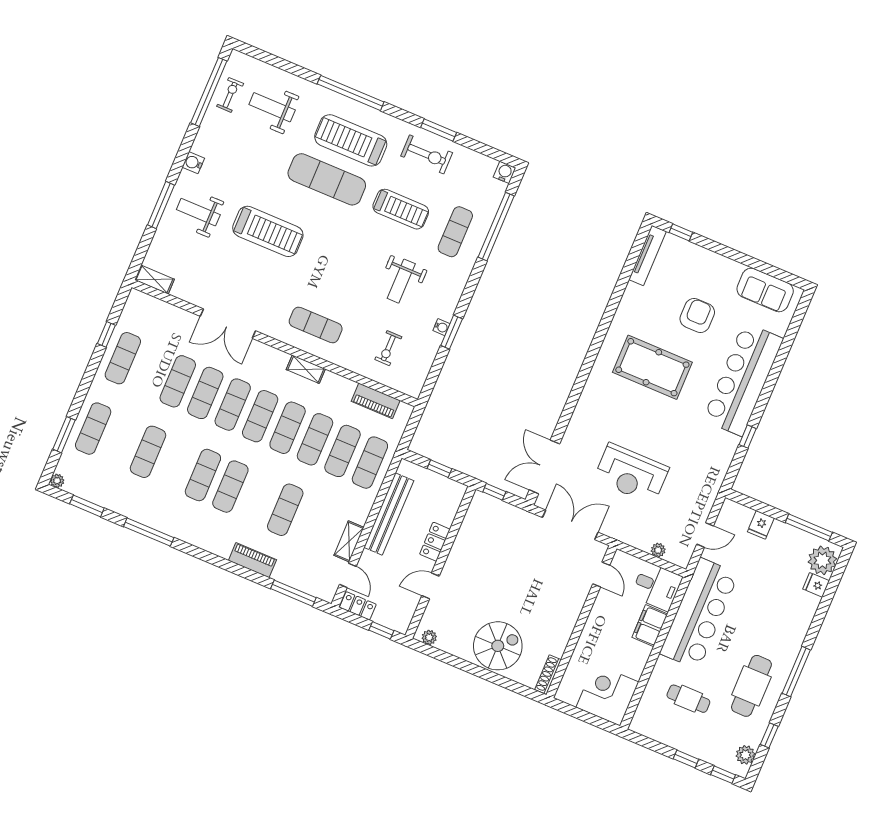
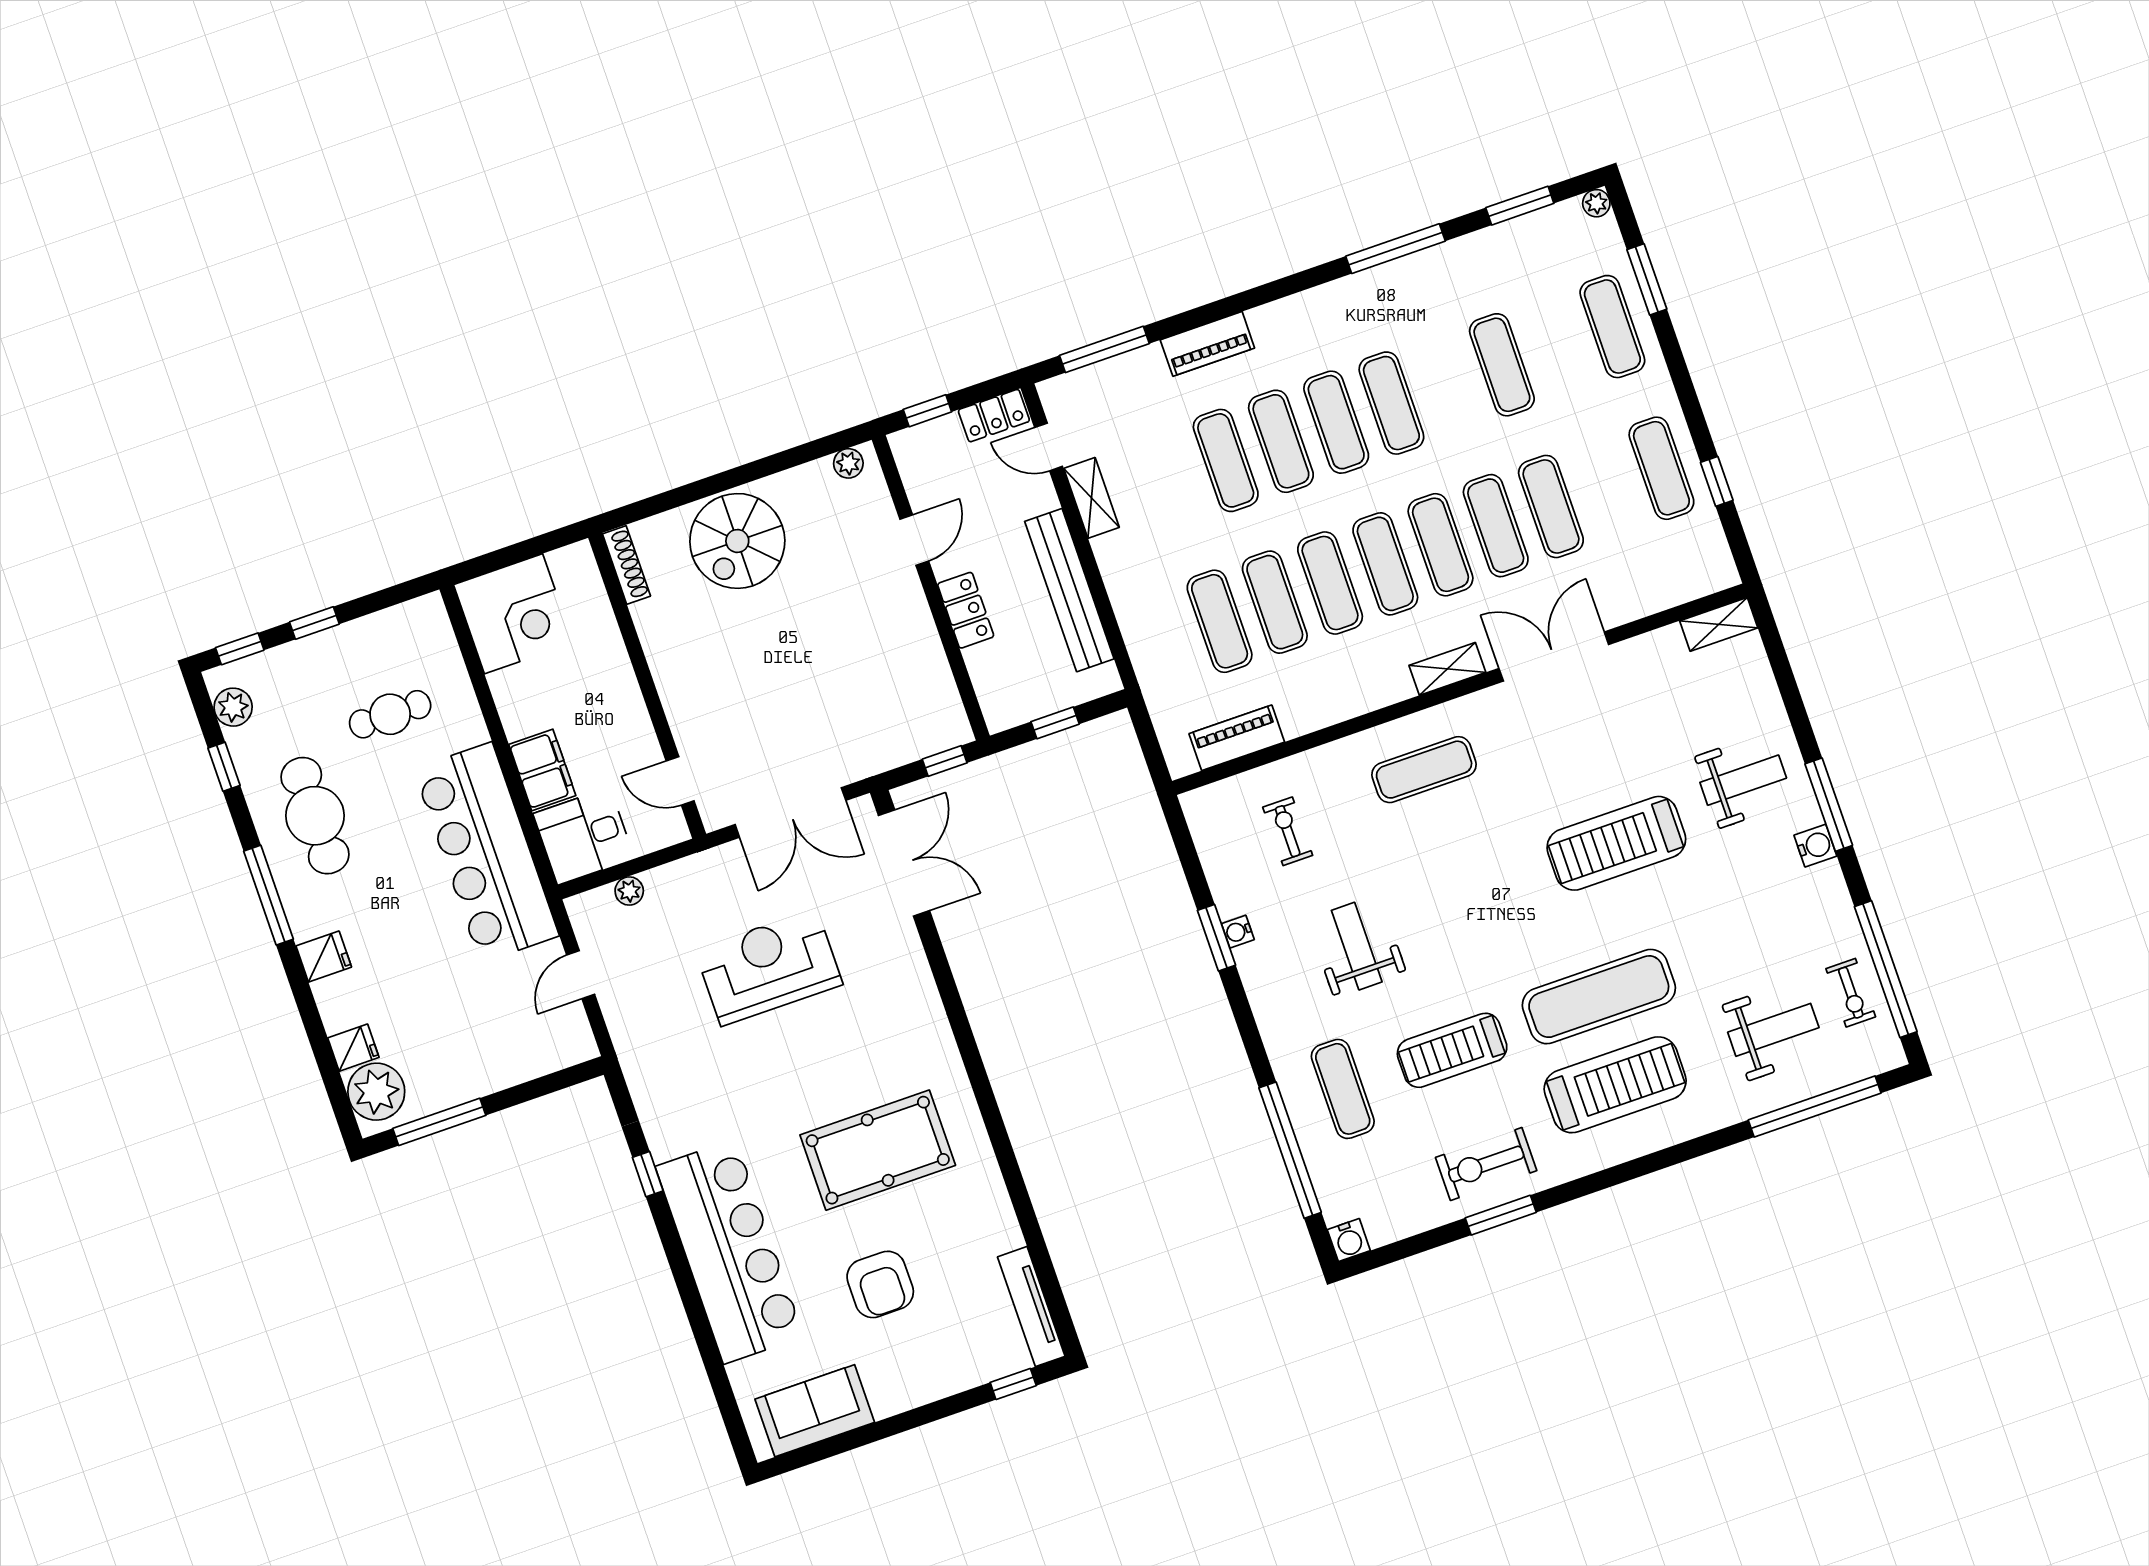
window: (351, 93) -> (1815, 1106), moved
window: (161, 205) -> (1829, 805), moved
shelving: (306, 369) -> (1447, 669), moved
exercise mat: (370, 463) -> (1281, 441), moved
fridge: (761, 525) -> (324, 957), moved, turned 90

